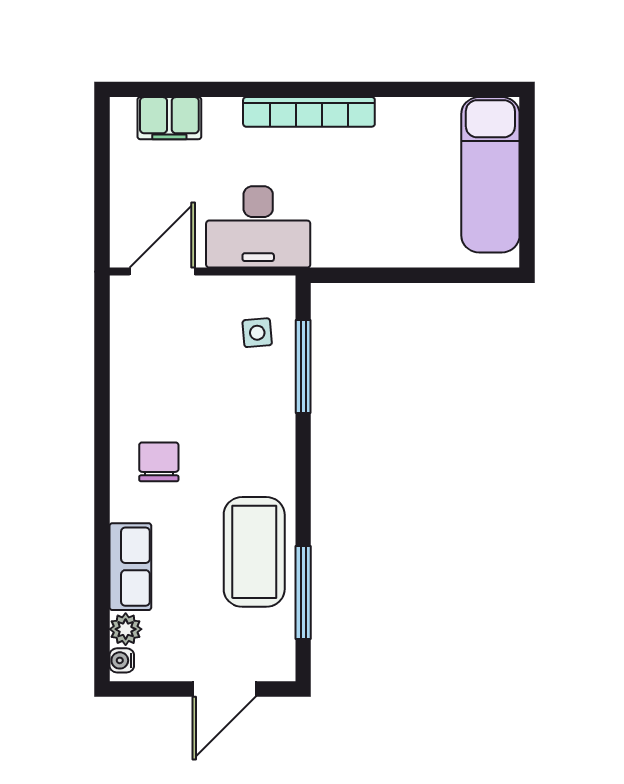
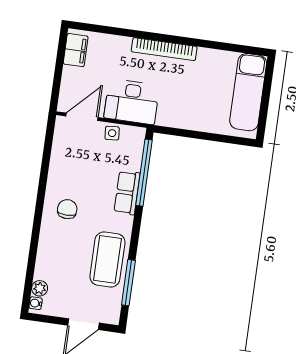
filing cabinet: (169, 118) -> (76, 50), moved, turned -90
side table: (257, 333) -> (112, 133), moved
window: (303, 366) -> (144, 173), width x1.46
row of seats: (130, 567) -> (127, 193), moved, turned 180

